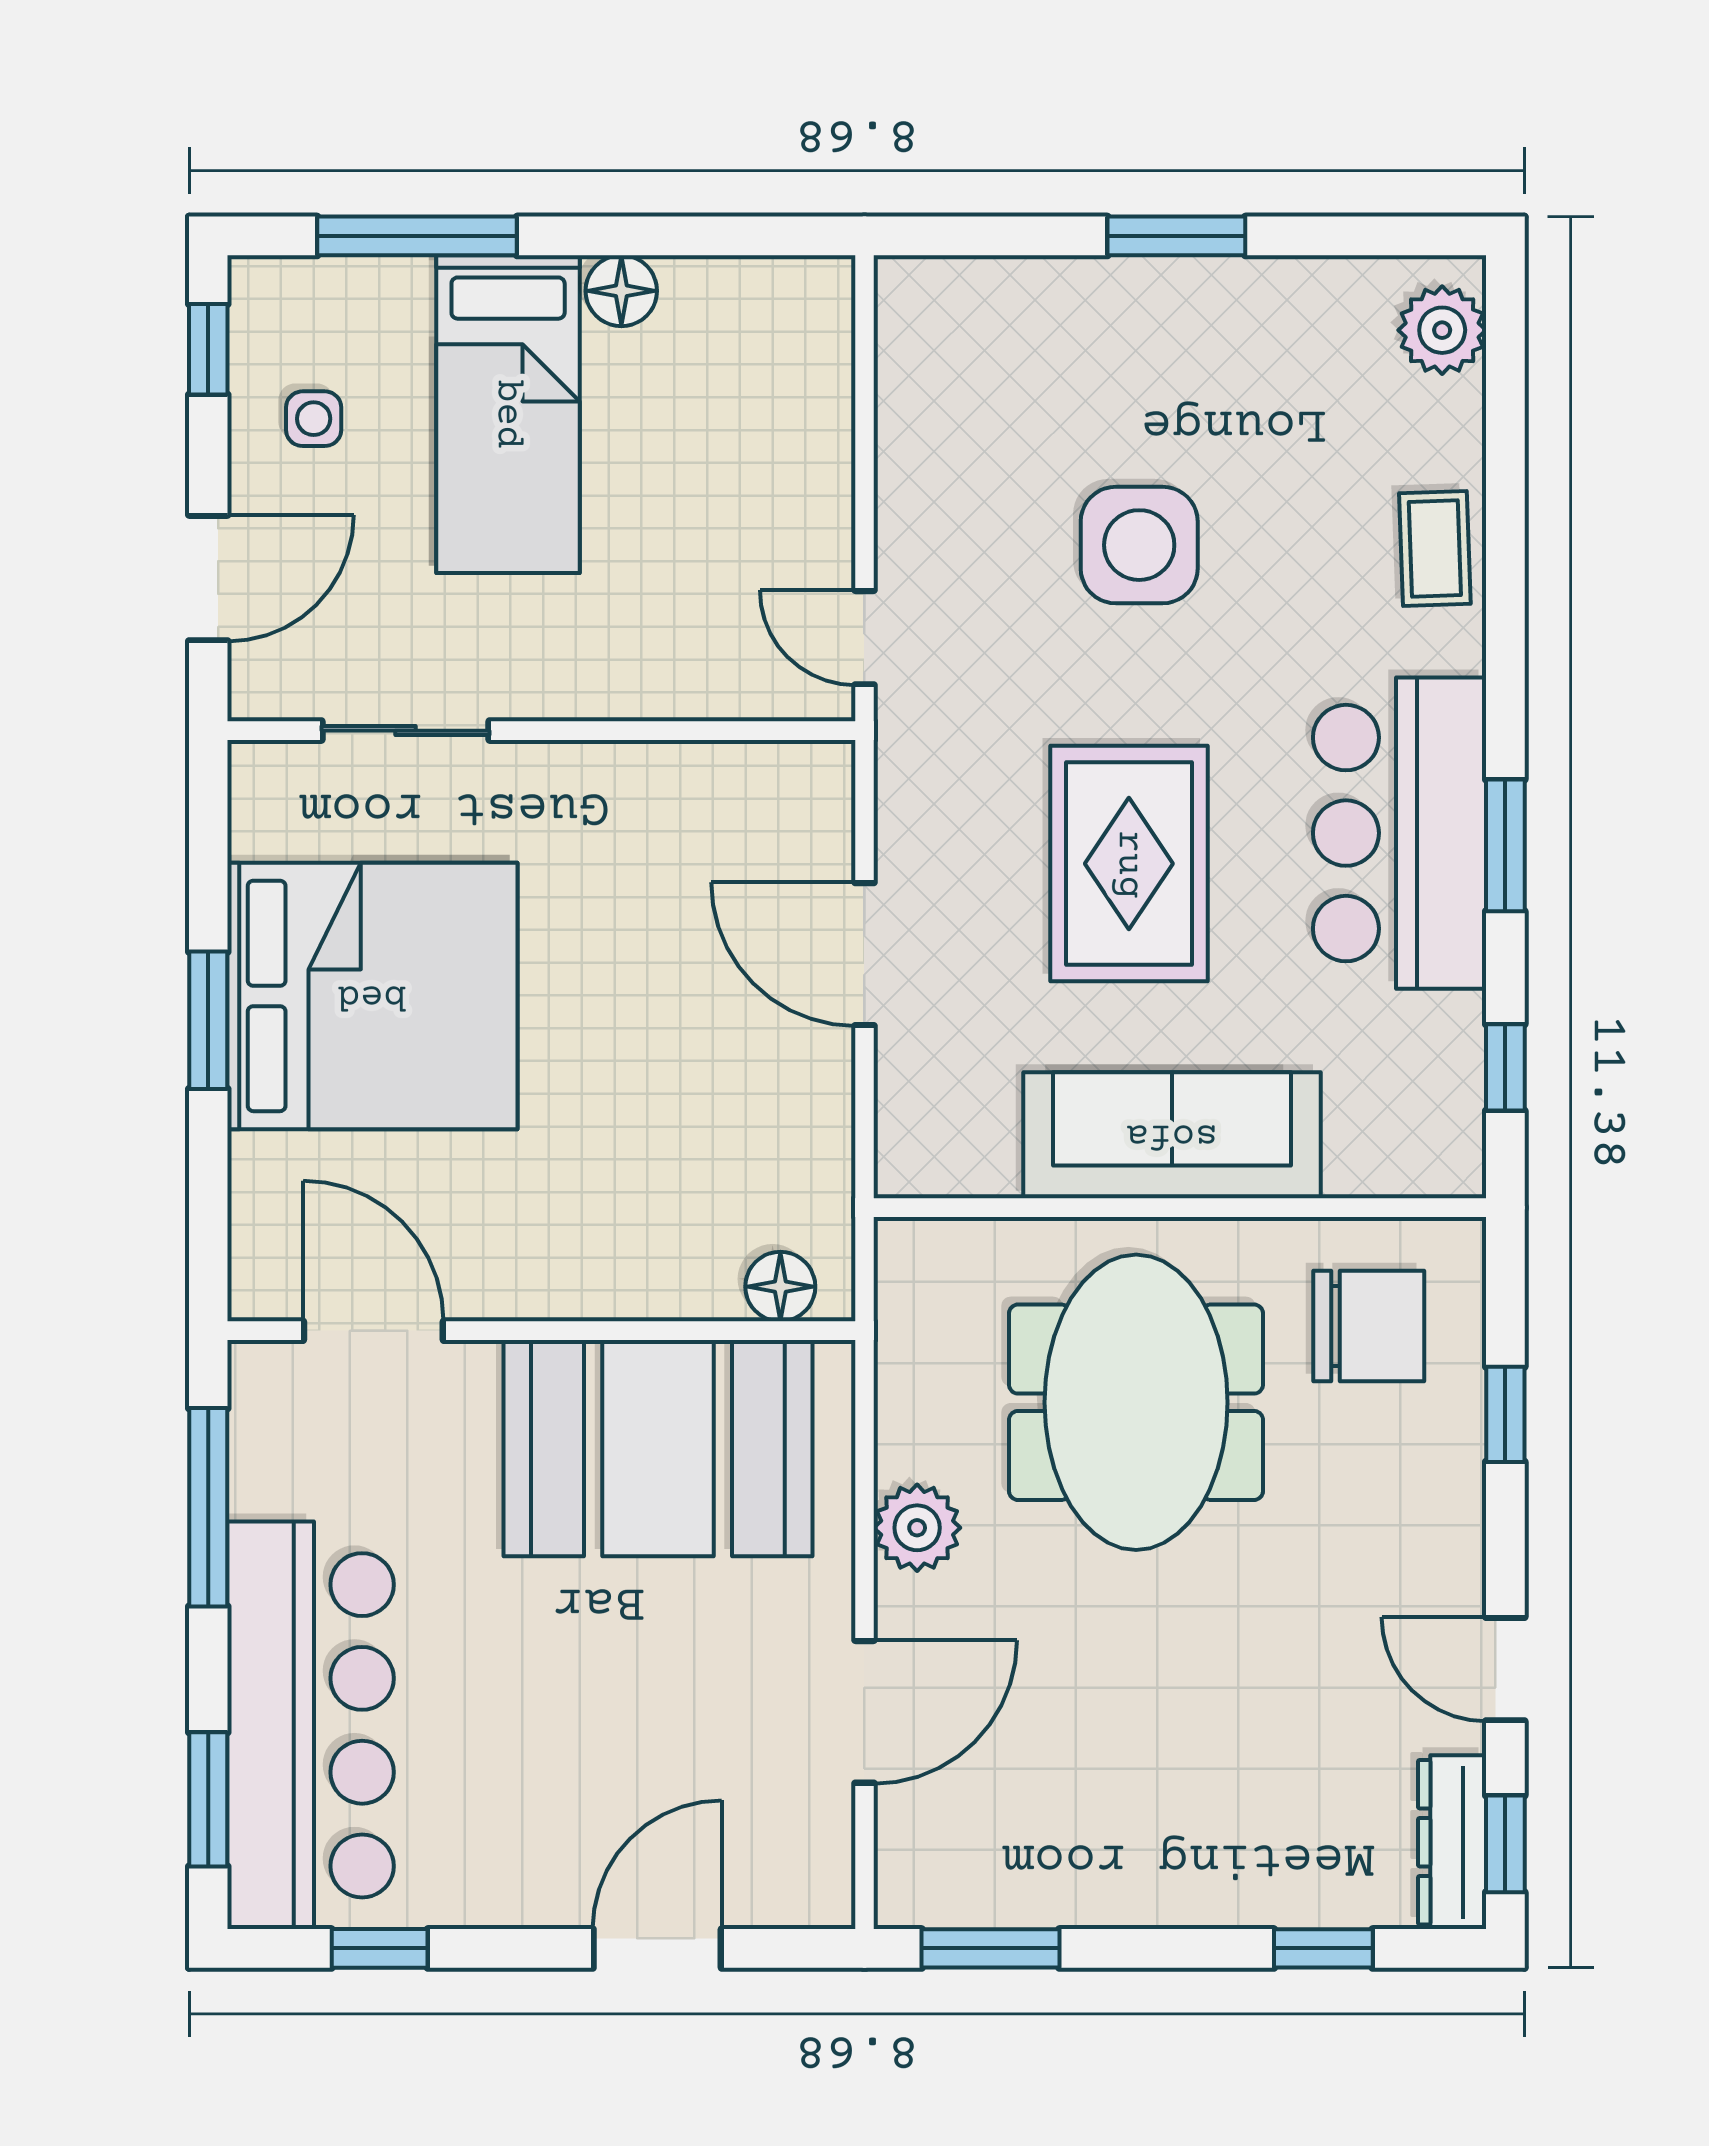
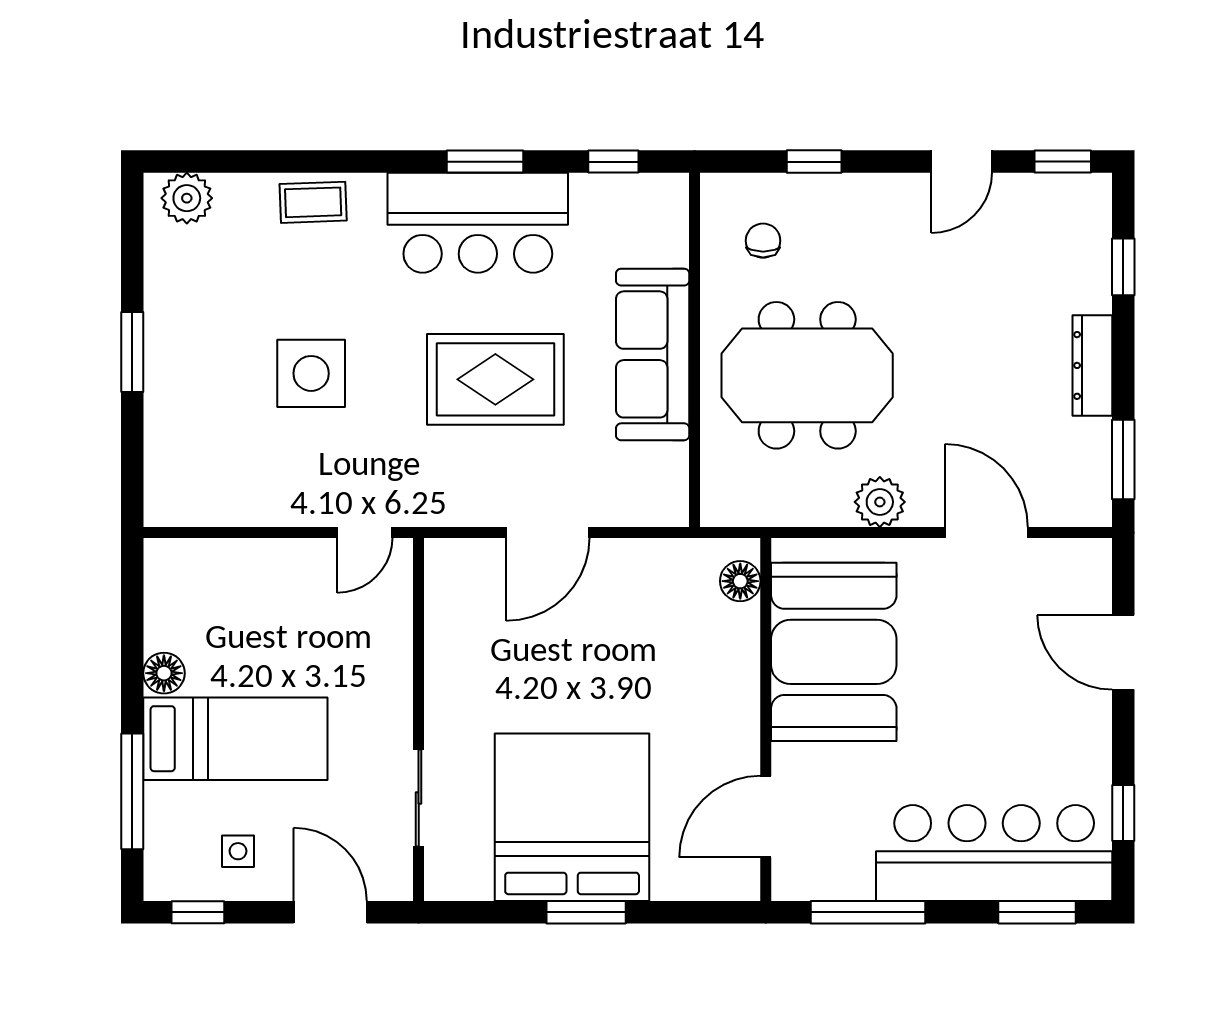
chair: (1369, 1326) -> (763, 241), width x0.54, depth x0.54
dresser: (1452, 1842) -> (1092, 365), moved, turned 90

